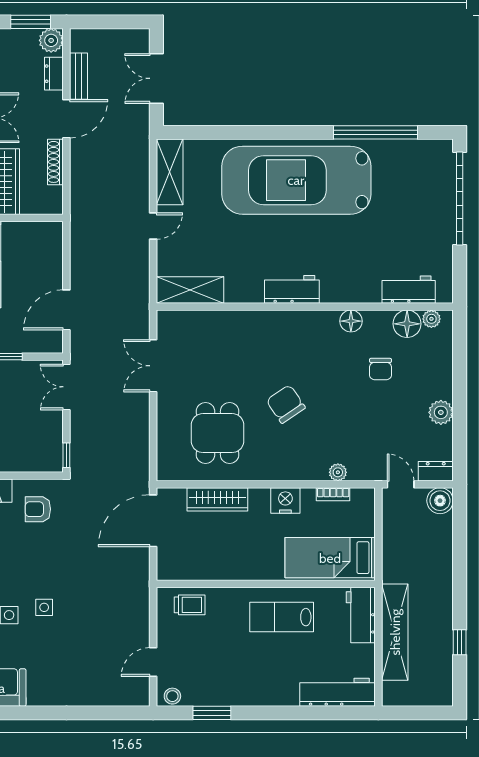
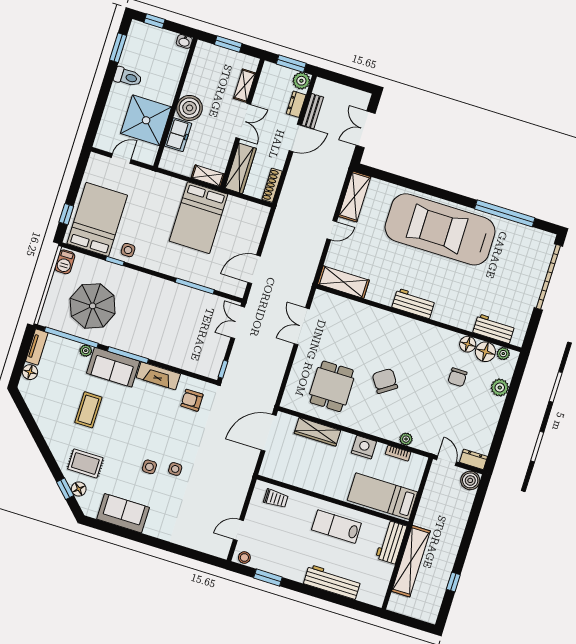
shoe rack: (55, 162) -> (272, 185), moved
floor lamp: (351, 321) -> (468, 344), moved
plant: (441, 412) -> (500, 388), moved
workbench: (337, 692) -> (332, 582), moved

